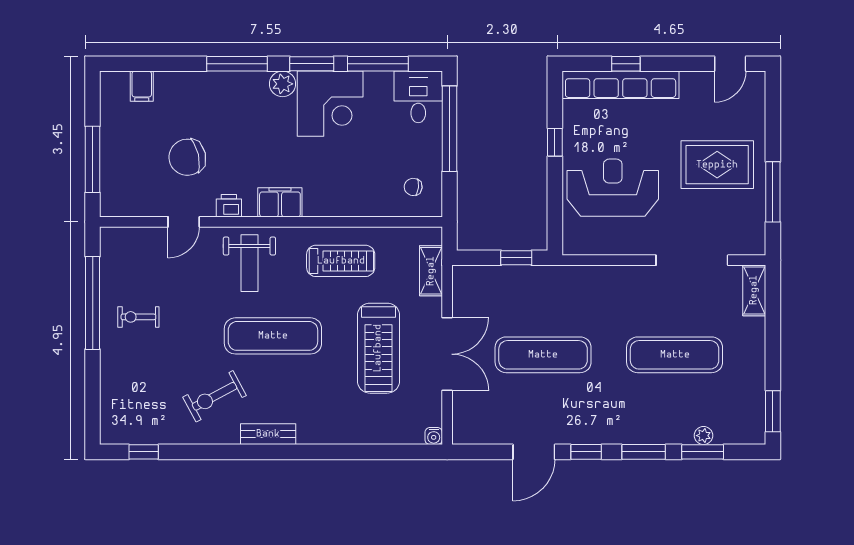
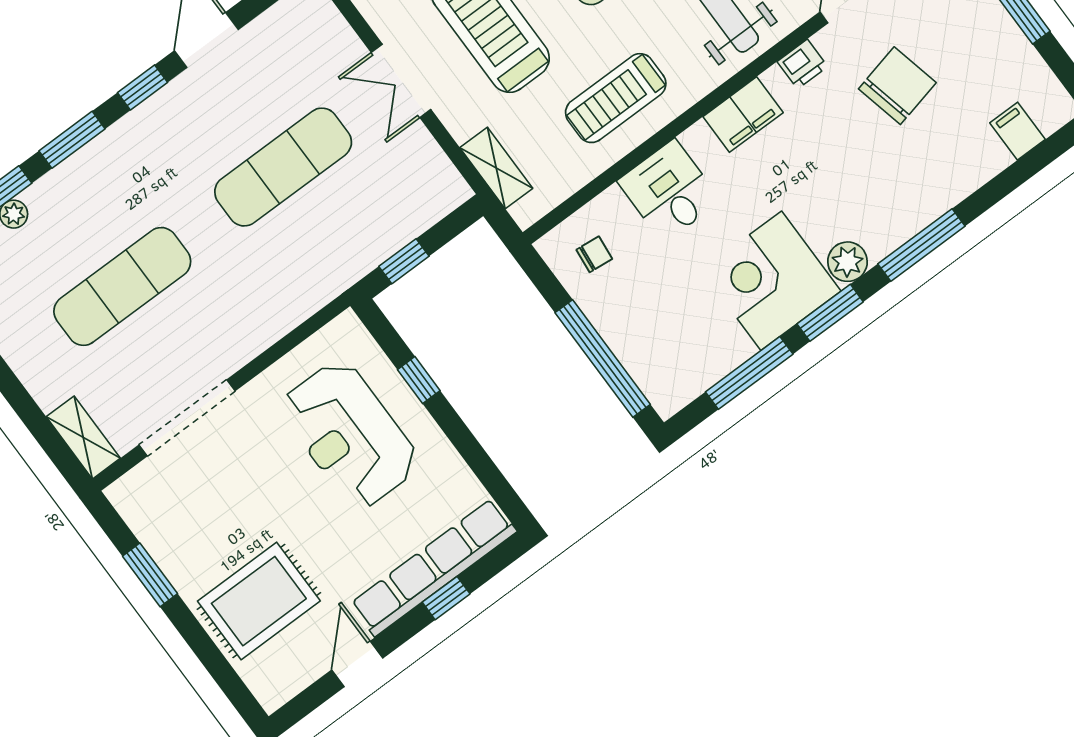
door: (730, 64) -> (357, 664), moved
desk: (418, 97) -> (669, 191), moved, turned 180
window: (555, 142) -> (419, 380), moved
rug: (717, 165) -> (259, 601), moved
reception desk: (613, 188) -> (350, 435), turned 90
window: (773, 192) -> (150, 575), width x0.69
double door: (447, 354) -> (401, 81), width x0.73

